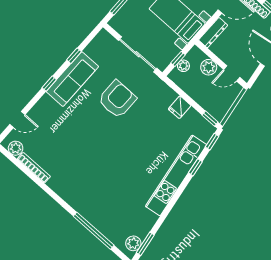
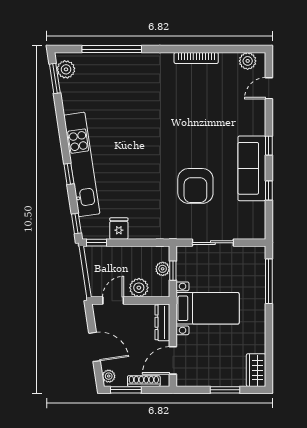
sliding door: (138, 54) -> (213, 243), width x0.73
fridge: (180, 107) -> (119, 229), moved
window: (195, 167) -> (69, 174), moved
bookcase: (34, 168) -> (196, 58), moved

